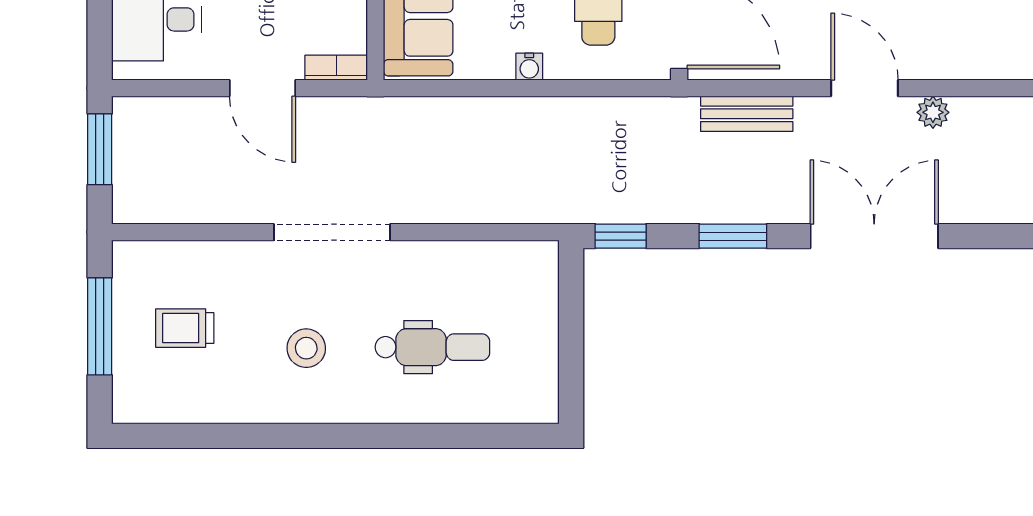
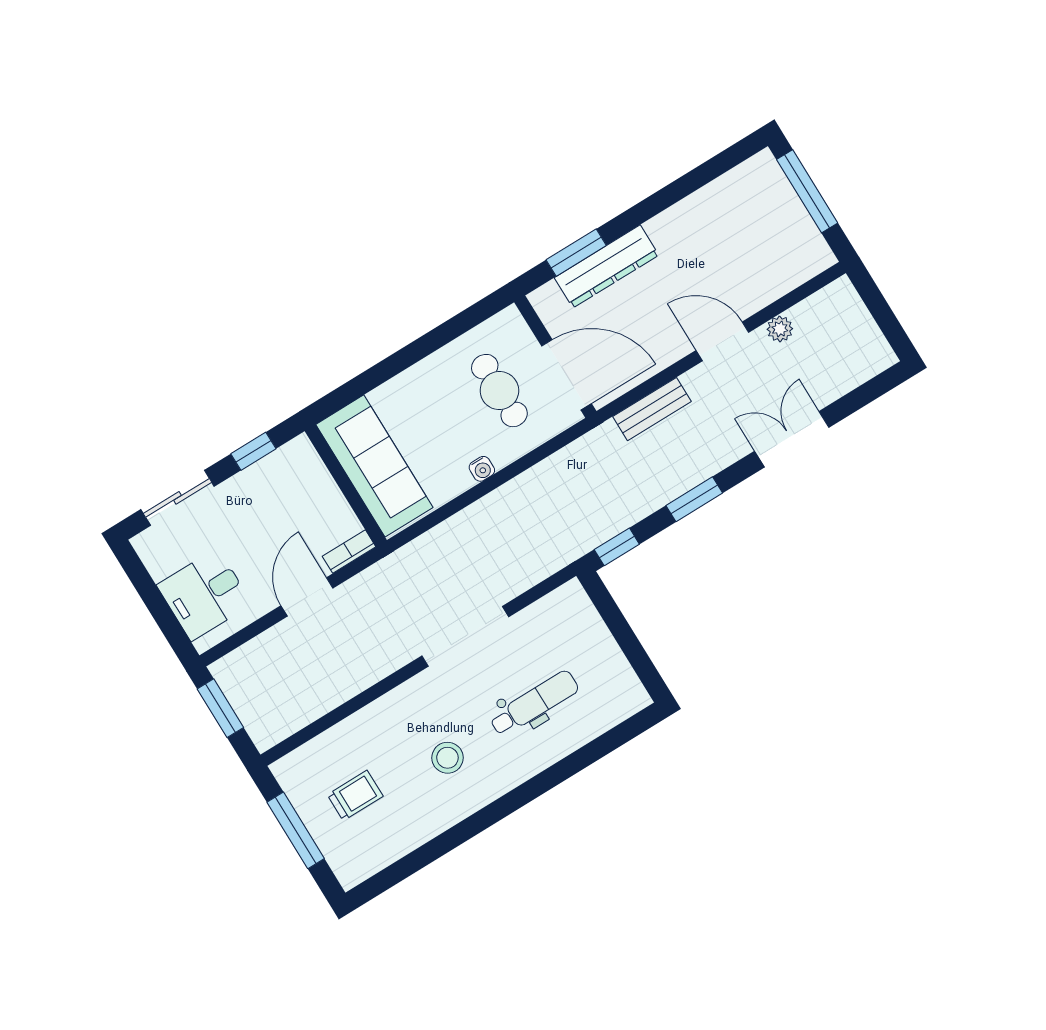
door: (263, 88) -> (307, 597), swing flipped
doorway: (332, 232) -> (465, 636), moved
double door: (874, 236) -> (792, 439), width x0.73
trolley: (185, 328) -> (355, 795), turned 180

